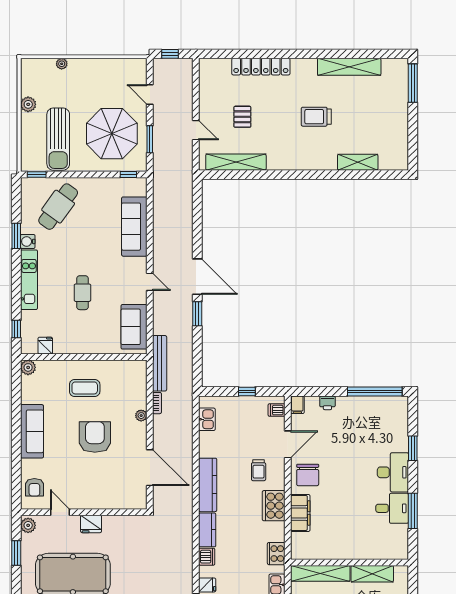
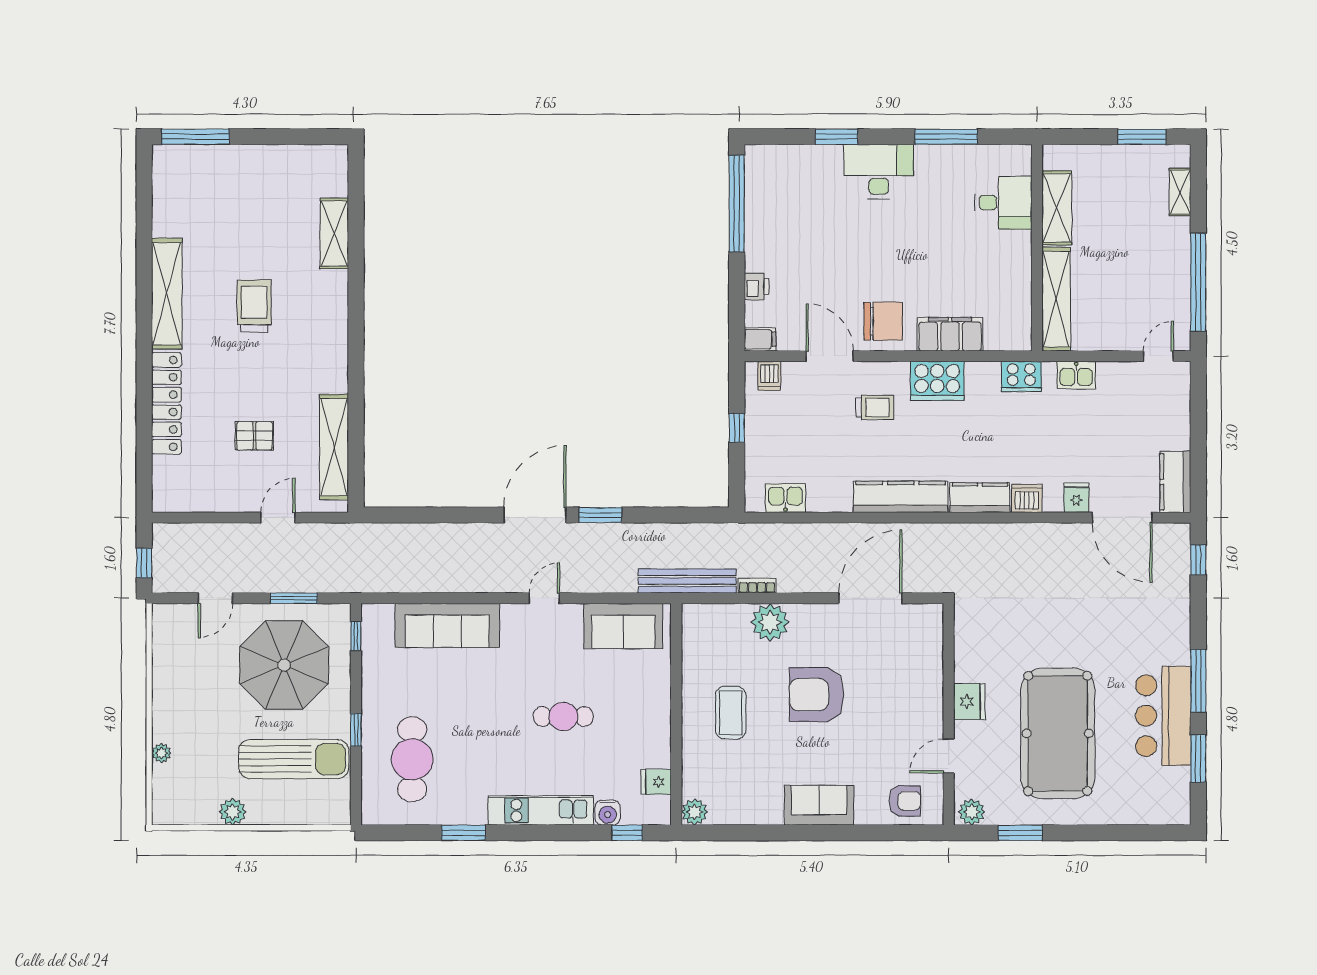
shelving: (349, 67) -> (167, 294), moved
trolley: (316, 117) -> (254, 306), turned 180
window: (37, 175) -> (356, 730), moved
cafe table: (58, 207) -> (412, 759), turned 54
water cooler: (28, 241) -> (608, 813), moved
plant: (141, 416) -> (770, 622), width x1.87, depth x1.87
sofa: (32, 431) -> (819, 805), width x0.73
desk: (392, 508) -> (1003, 203), moved, turned 90

